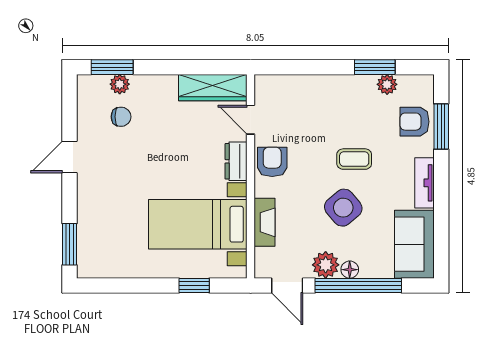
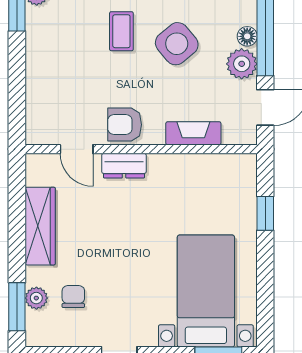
wardrobe: (213, 88) -> (40, 226), moved
door: (251, 120) -> (77, 149), hinge flipped
bed with nightstands: (198, 224) -> (206, 291), moved, turned 180

